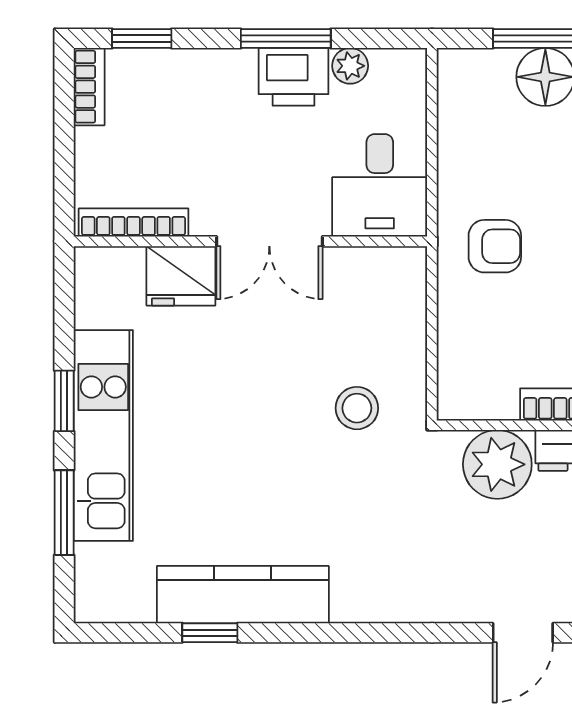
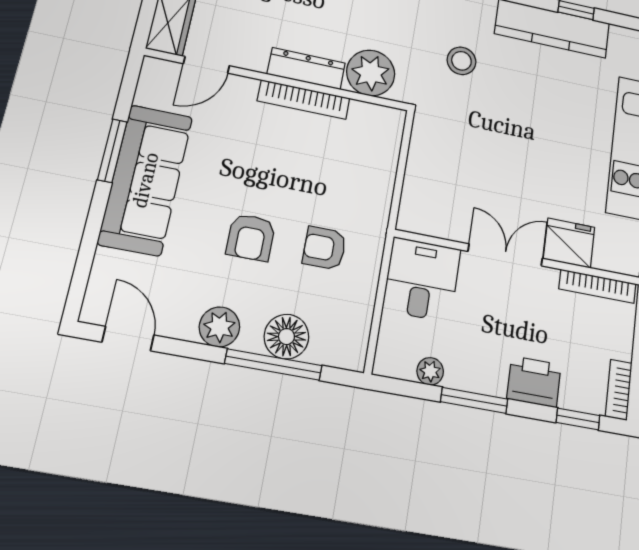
printer: (294, 77) -> (534, 382), moved
armchair: (495, 246) -> (324, 248), moved
stool: (357, 408) -> (461, 61), moved

